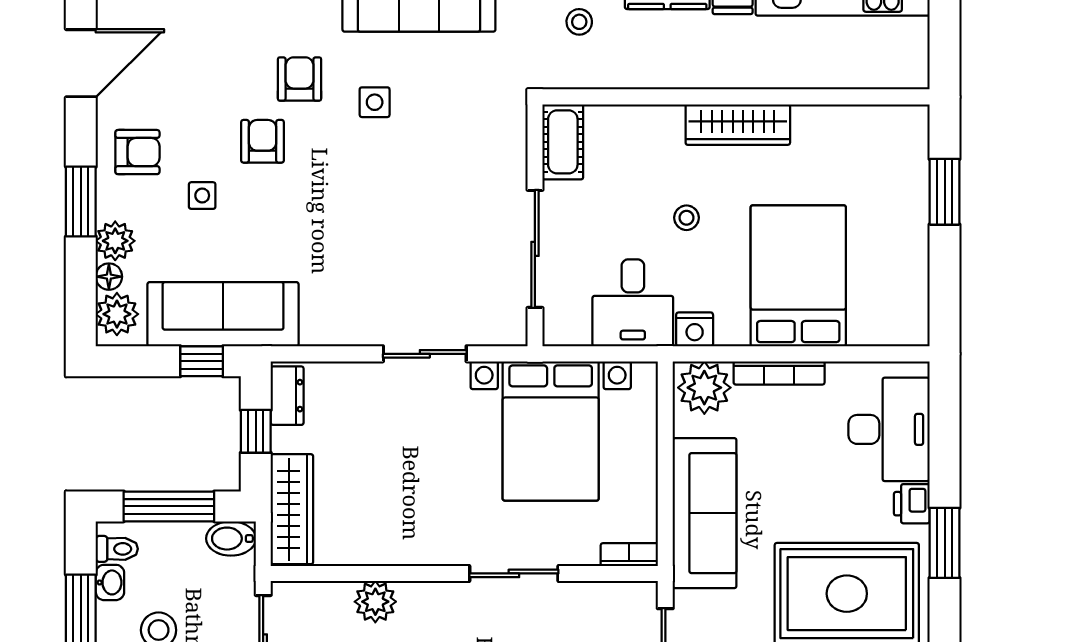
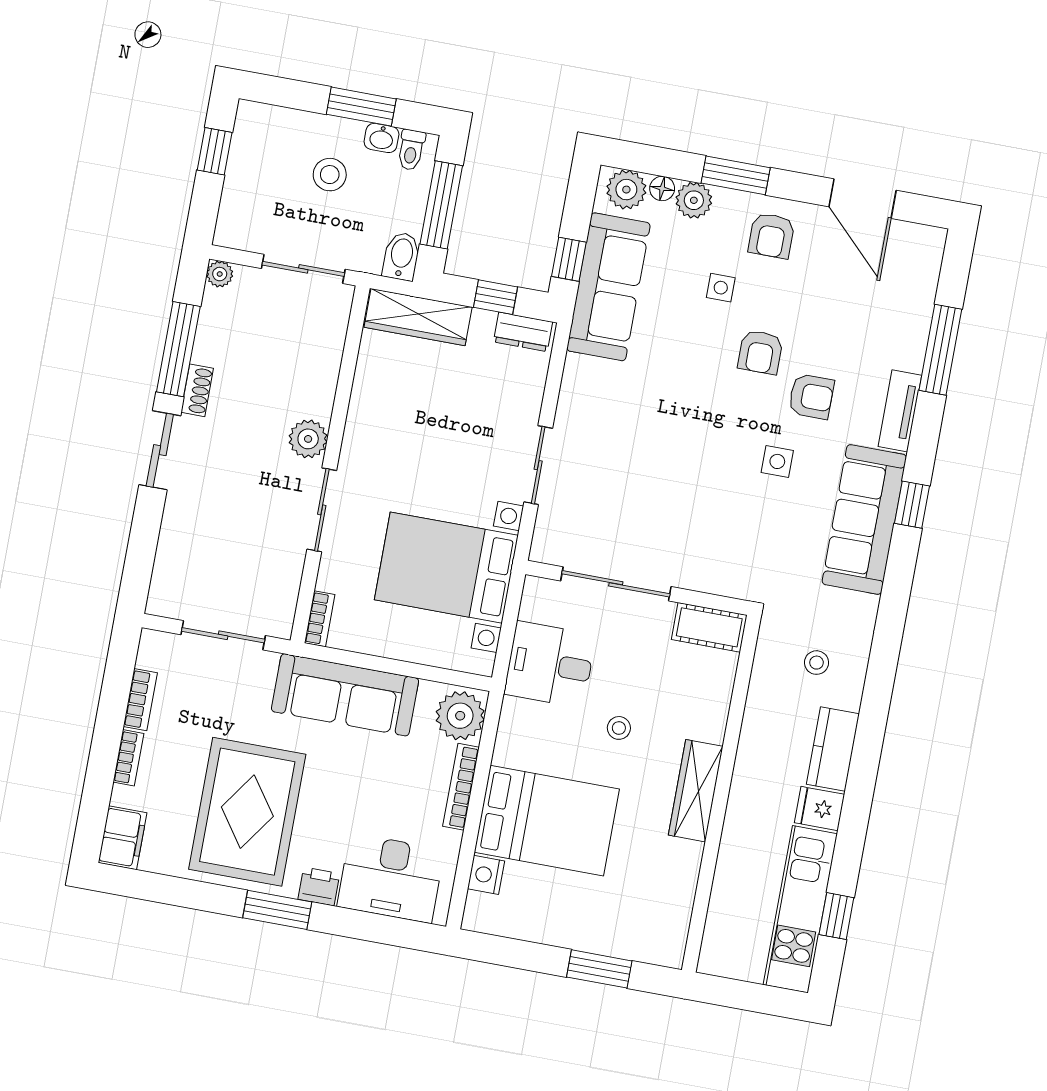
armchair: (263, 141) -> (760, 352), turned 90
nightstand: (695, 329) -> (486, 875), moved
plant: (375, 602) -> (308, 439), moved

